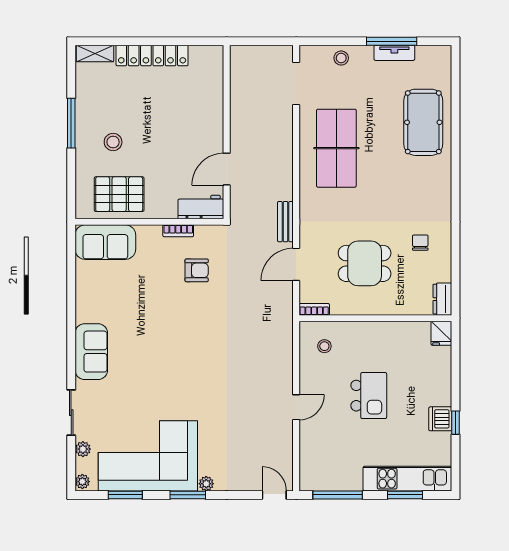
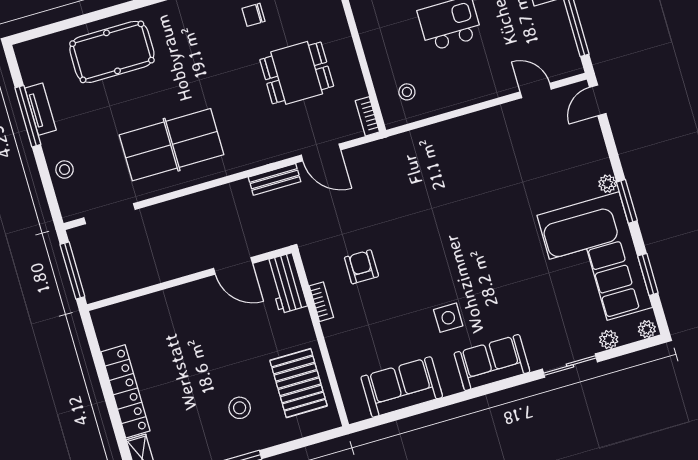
window: (260, 41) -> (72, 271), added
sofa: (105, 242) -> (402, 387), moved, turned -90
dining table: (365, 263) -> (297, 73), turned 90
side table: (137, 327) -> (448, 318), added
door: (296, 407) -> (536, 91), moved

